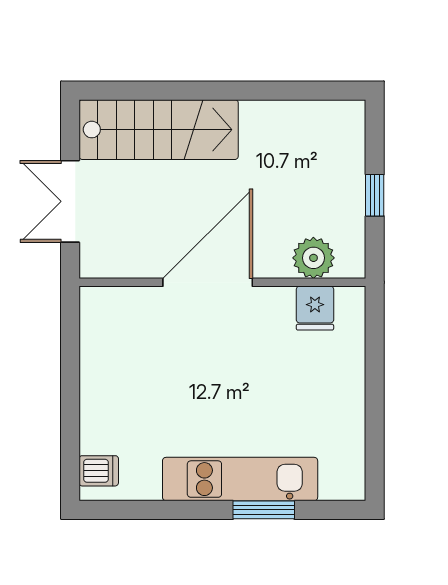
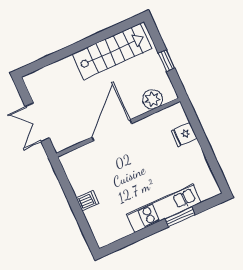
stairs: (159, 130) -> (112, 51), moved
fridge: (315, 308) -> (184, 134), moved, turned 90
dishwasher: (99, 471) -> (87, 201), moved

